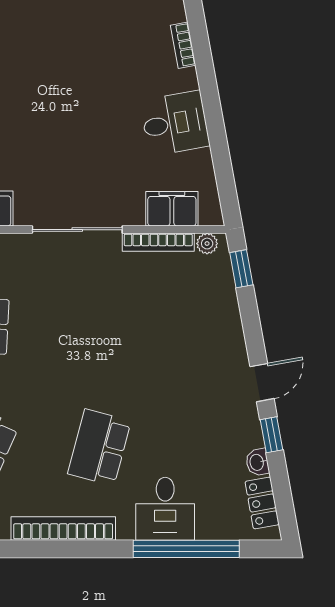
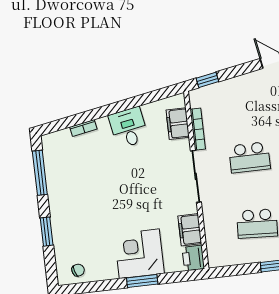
plant: (207, 244) -> (195, 101), removed
school desk: (99, 326) -> (249, 157), added

